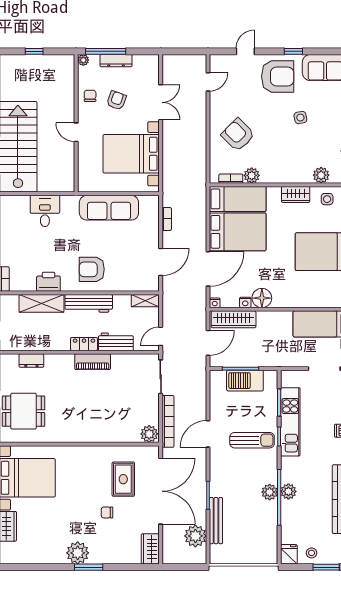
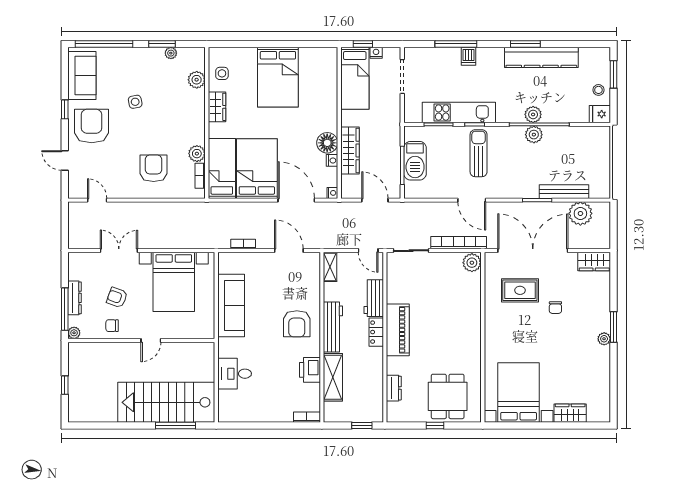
armchair: (238, 135) -> (154, 168), turned 135
wardrobe: (234, 319) -> (350, 150), moved
piano: (93, 362) -> (398, 330), width x1.37, depth x1.33
plant: (78, 553) -> (604, 339), width x0.53, depth x0.53

